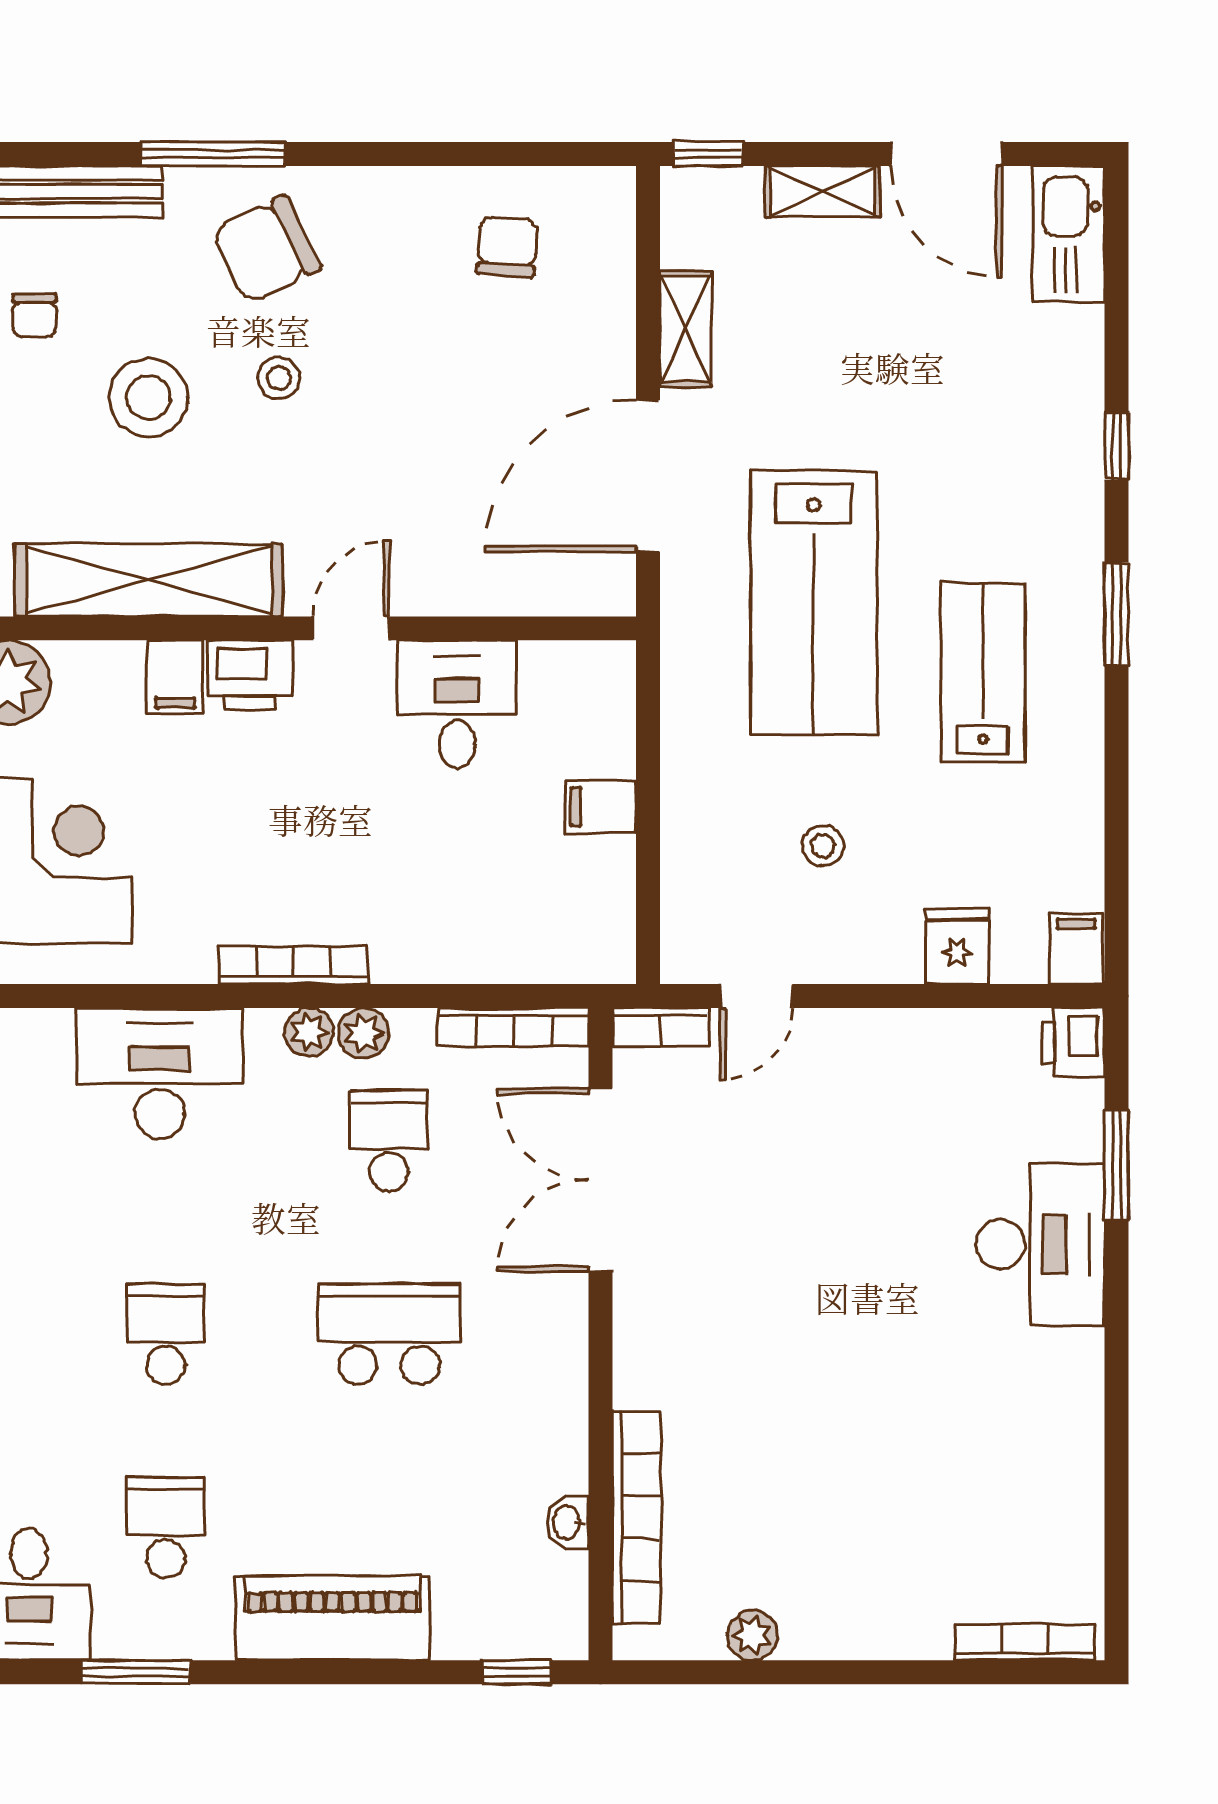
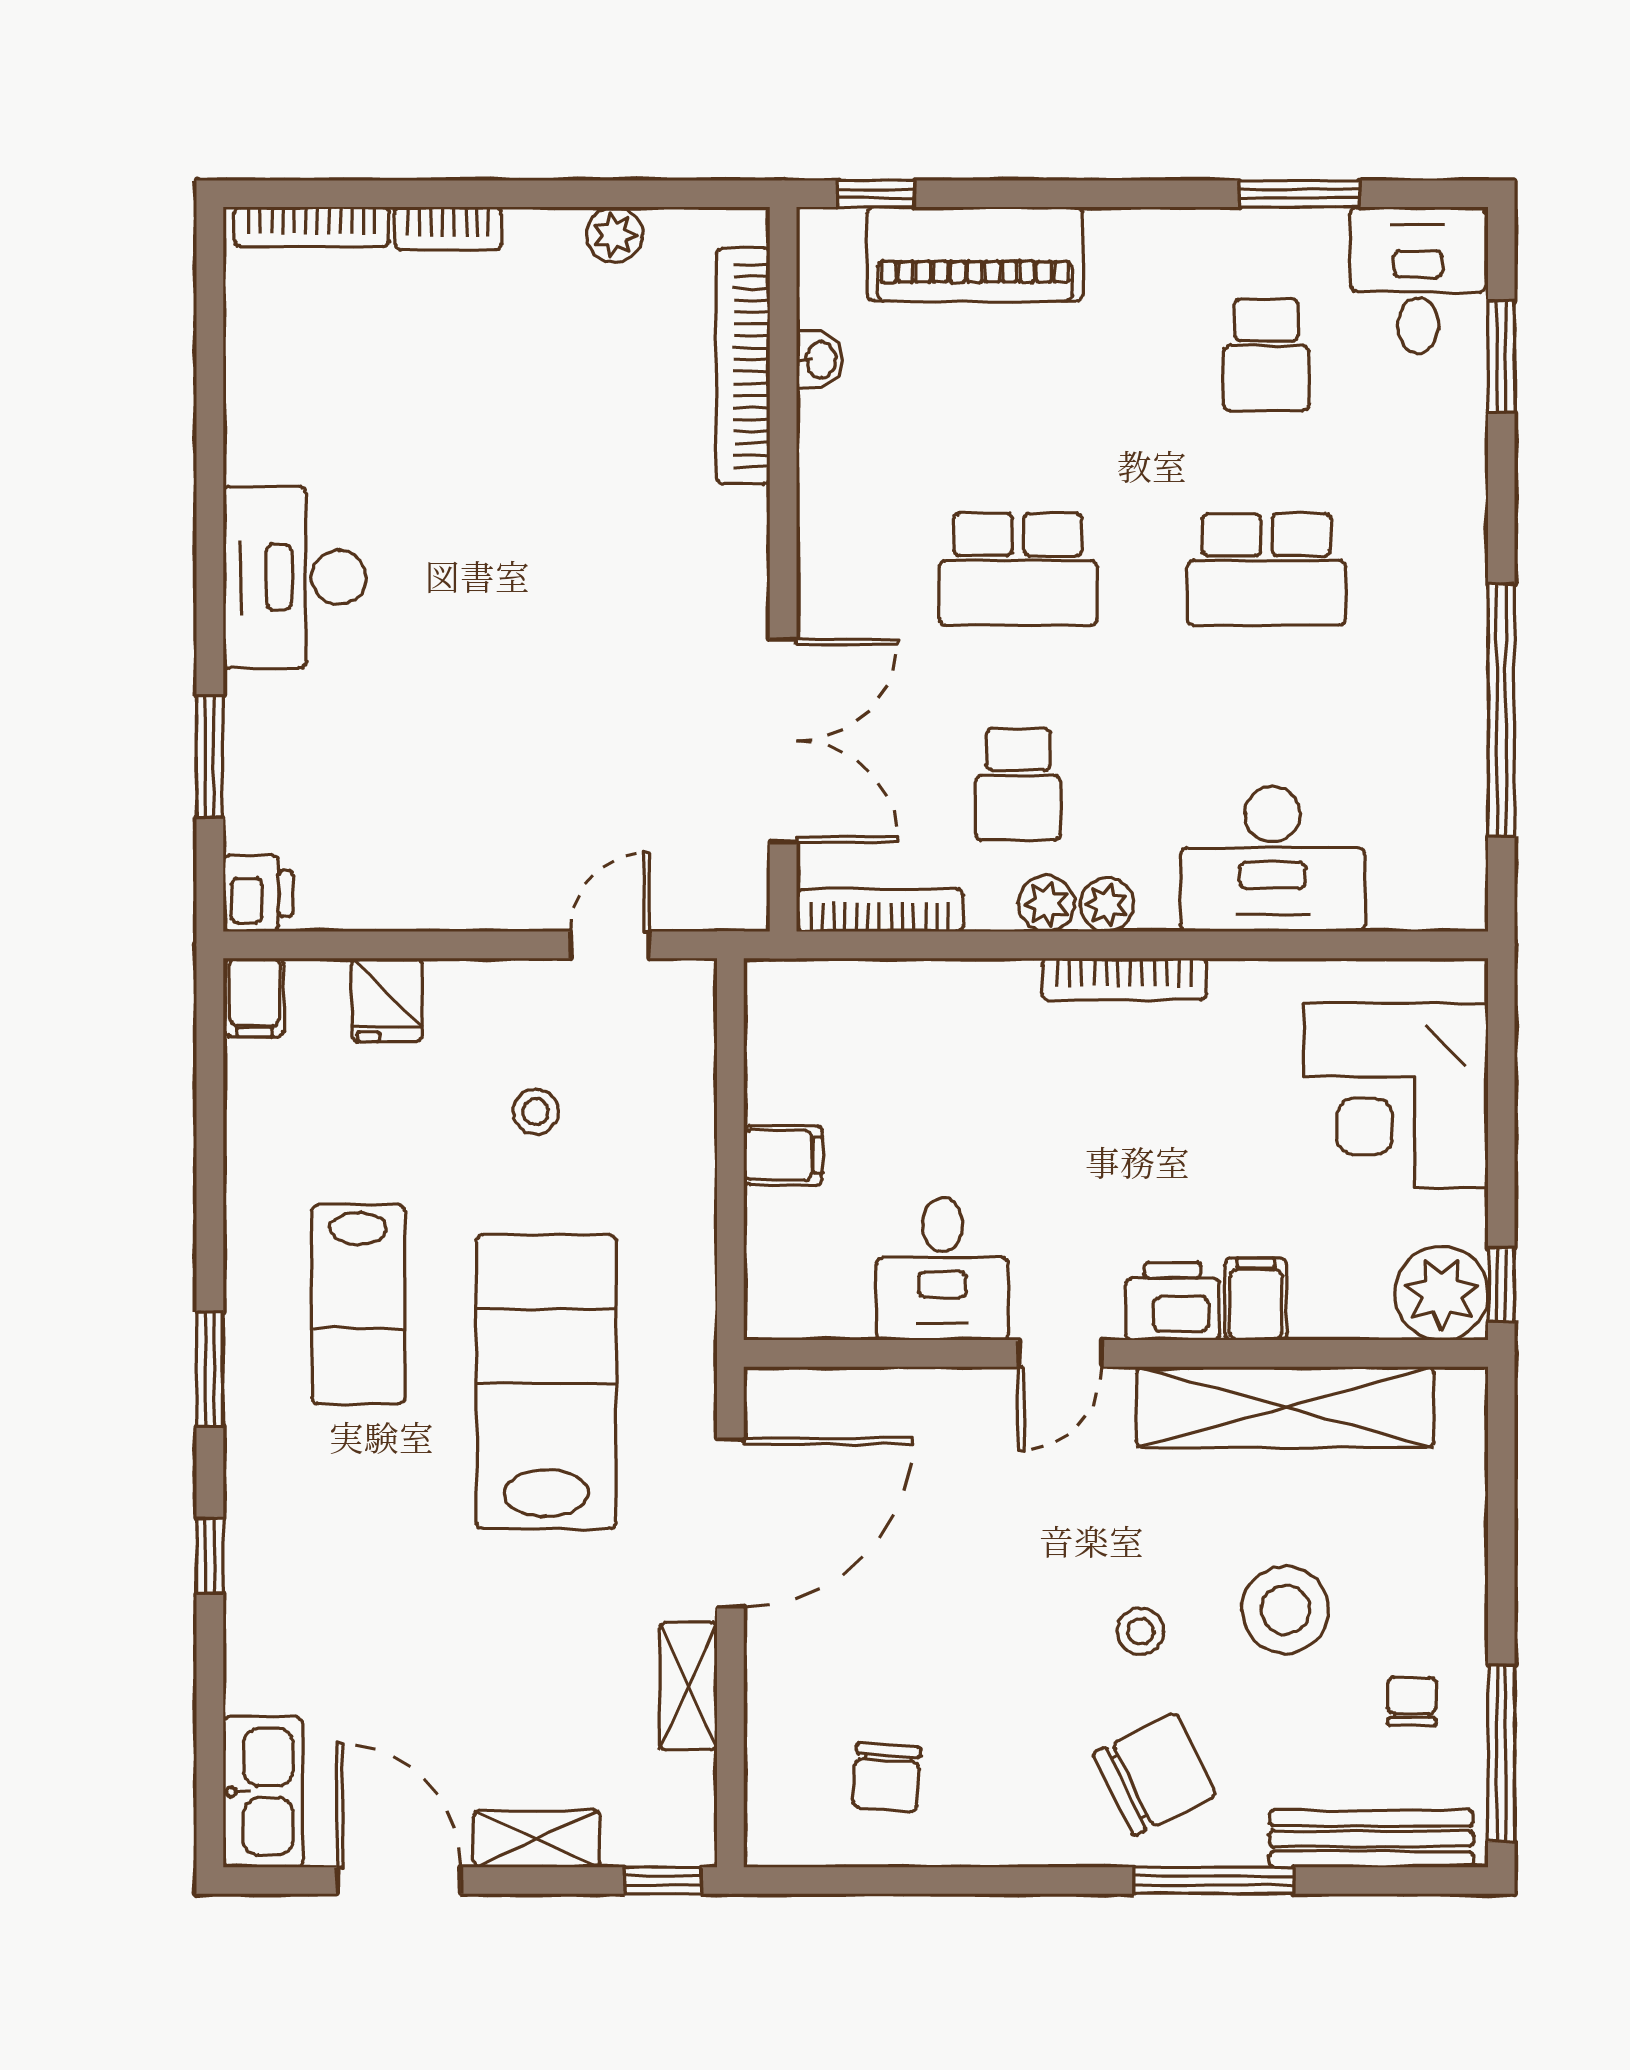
bookcase: (661, 1027) -> (448, 228), moved, turned 180
desk: (1040, 1244) -> (294, 577), moved
school desk: (166, 1334) -> (1266, 569), width x1.85
piano: (333, 1618) -> (975, 254), moved

